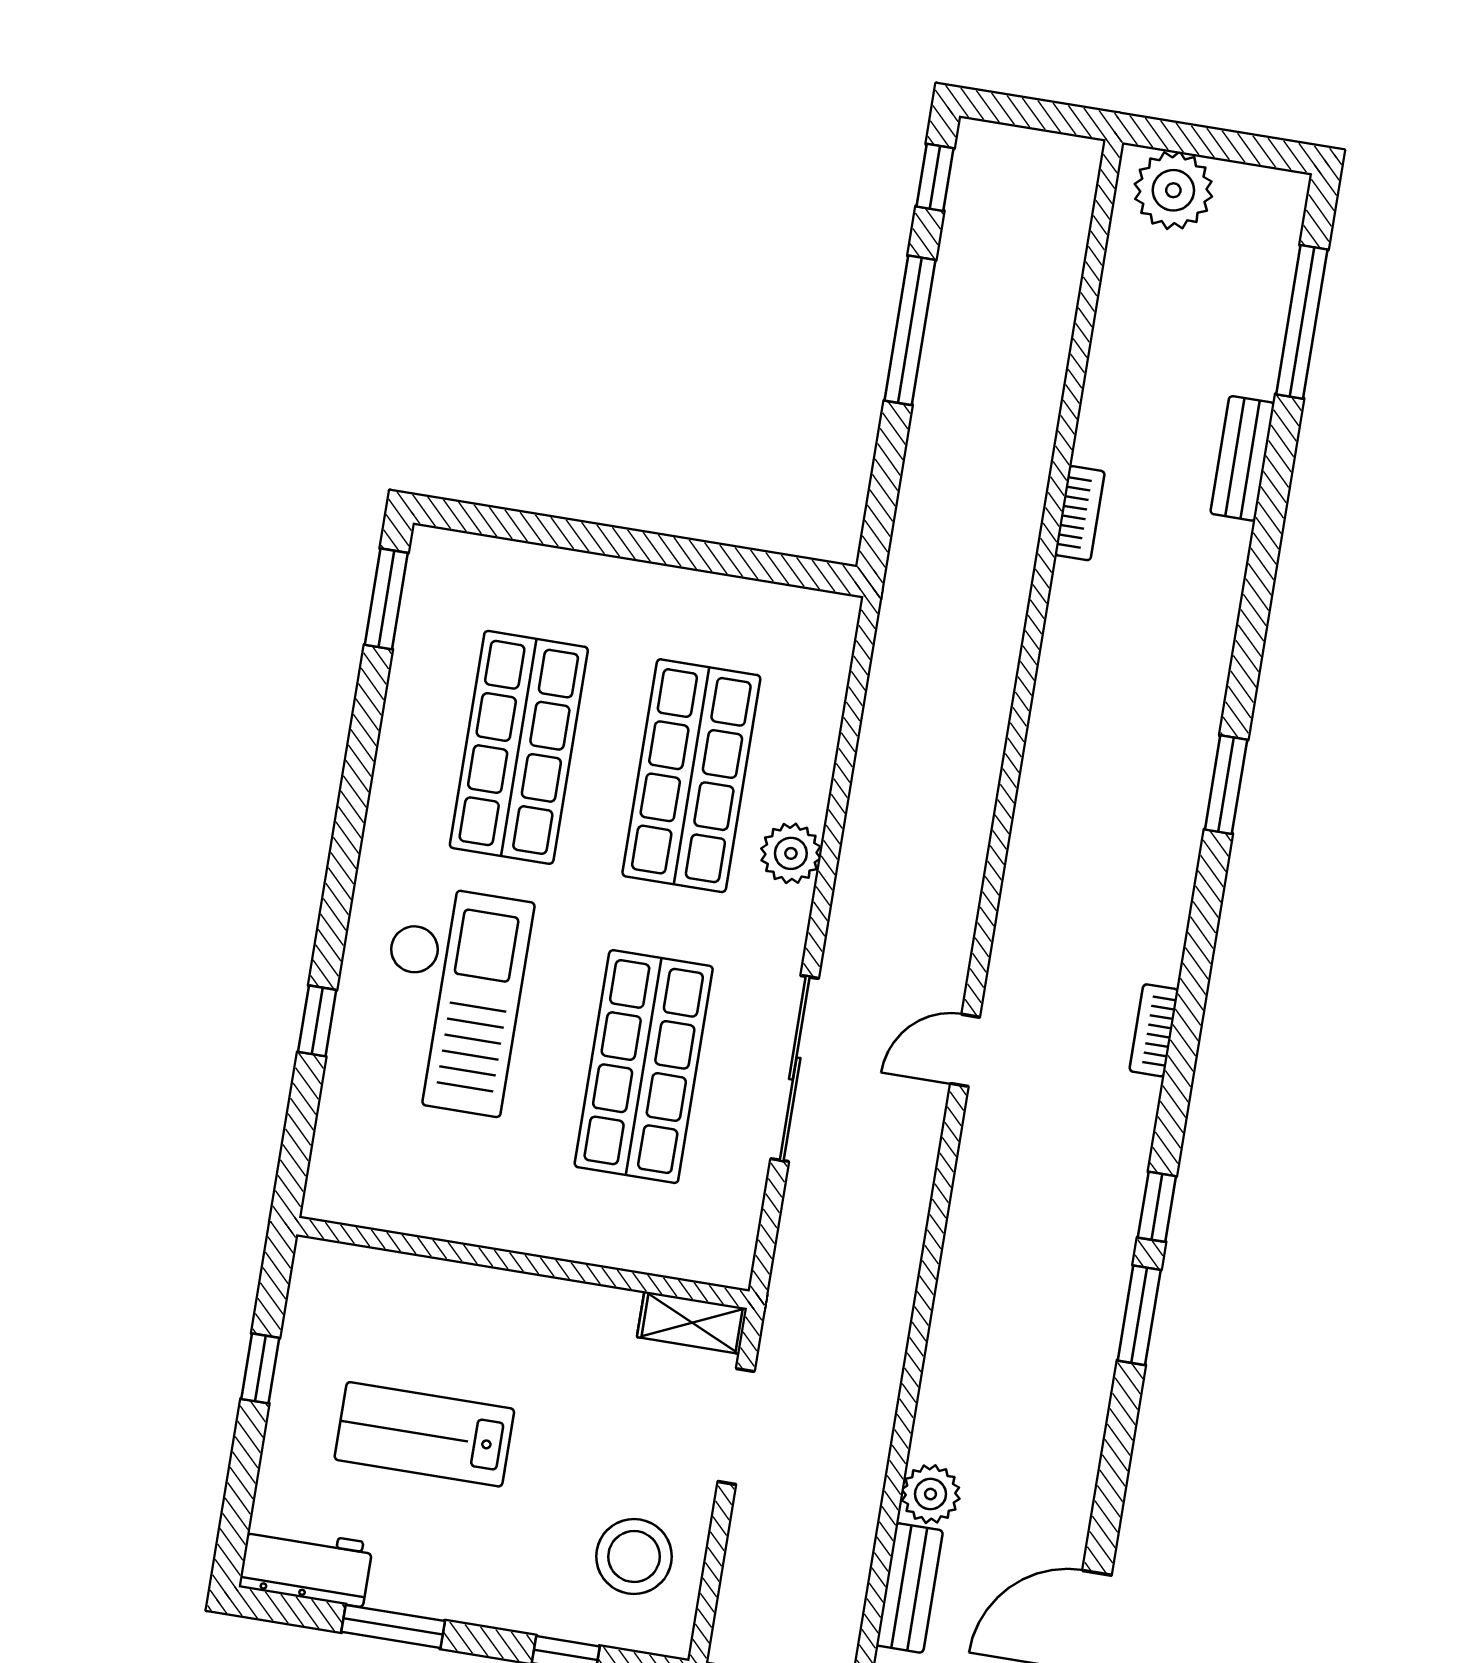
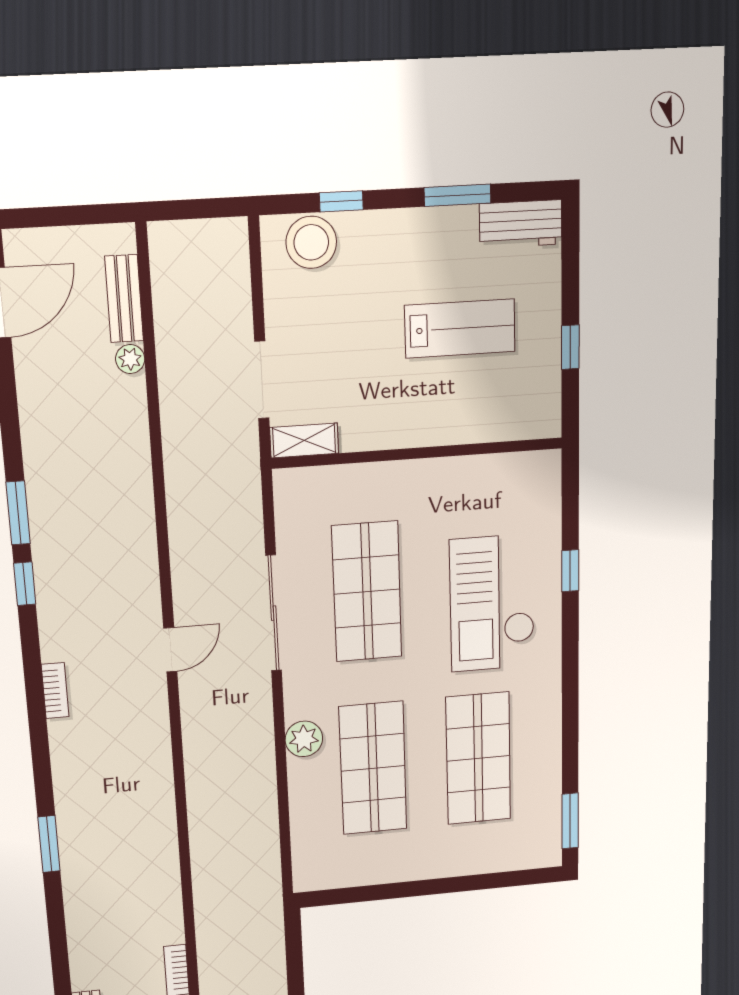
plant: (931, 1494) -> (130, 359), width x0.73, depth x0.73
stool: (634, 1556) -> (311, 242), moved

